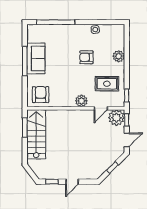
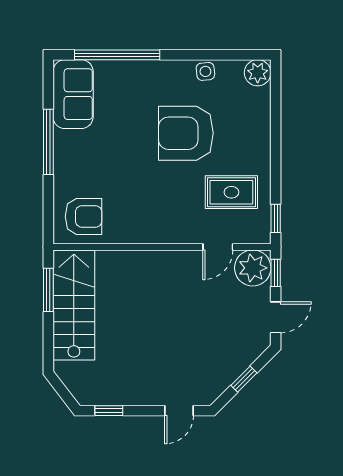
plant: (119, 56) -> (258, 73), moved
armchair: (86, 57) -> (186, 133), width x1.88, depth x1.88
sofa: (36, 58) -> (73, 94), moved
armchair: (41, 95) -> (84, 216), turned 90
plant: (81, 101) -> (175, 230), removed
door: (72, 182) -> (179, 411), moved

